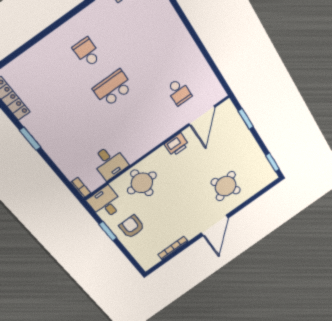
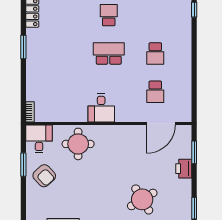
school desk: (156, 57) -> (155, 53), added
printer: (177, 145) -> (184, 169), moved, turned 90
desk: (110, 162) -> (101, 108), moved
armchair: (132, 227) -> (44, 176), turned 137

